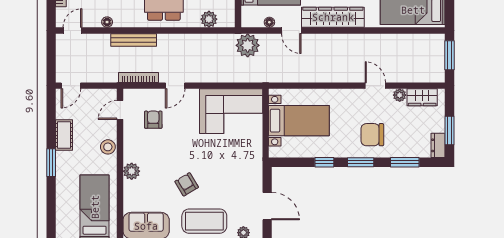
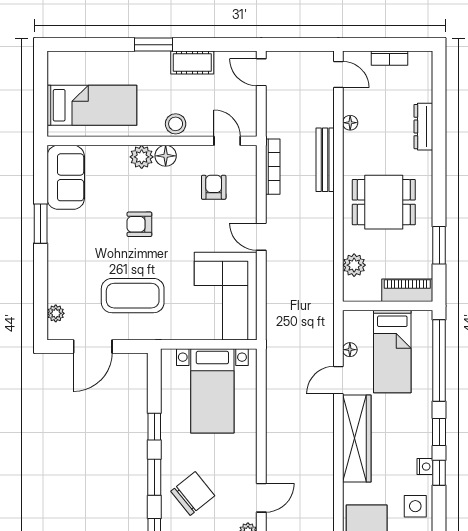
plant: (248, 45) -> (318, 319), removed
door: (175, 86) -> (261, 237), moved
armchair: (153, 120) -> (214, 187), turned -90
chair: (372, 135) -> (193, 494), turned 51
floor lamp: (131, 154) -> (166, 156), added
armchair: (187, 184) -> (139, 224), moved, turned -149
coffee table: (204, 221) -> (133, 296), moved, turned 90

